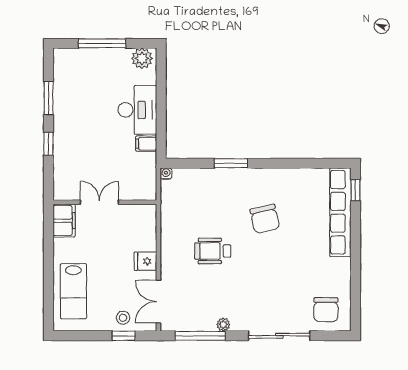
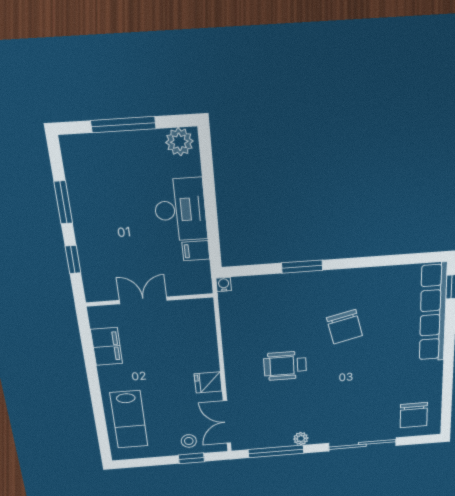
double door: (99, 202) -> (143, 300), moved
wall: (105, 202) -> (150, 300), moved

